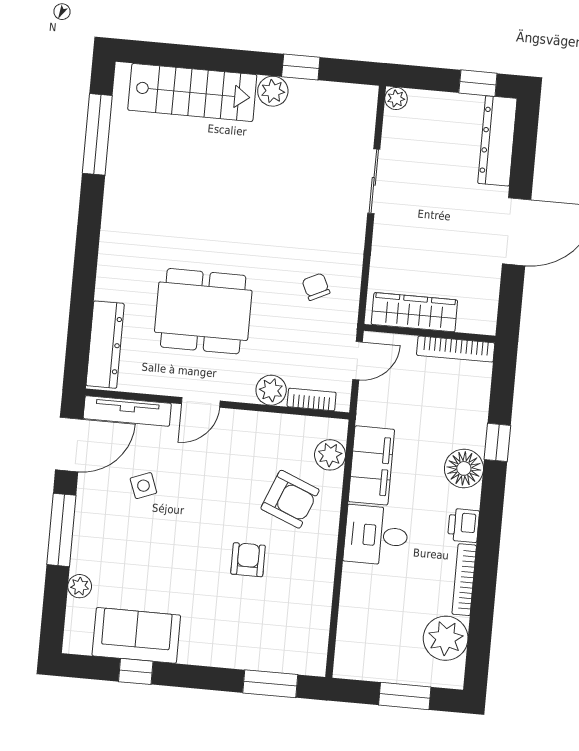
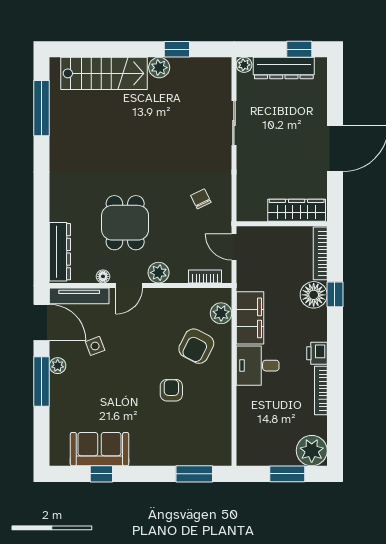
dresser: (497, 141) -> (284, 68), moved, turned -90
dining table: (203, 311) -> (125, 223), width x0.73
wardrobe: (414, 312) -> (297, 210), moved
bookcase: (456, 349) -> (320, 253), moved, turned 90
door: (357, 361) -> (234, 247), swing flipped
floor lamp: (164, 386) -> (103, 276), added
plant: (271, 390) -> (159, 273), moved
door: (69, 444) -> (42, 322), hinge flipped
floor lamp: (464, 468) -> (314, 295), moved
armchair: (290, 499) -> (196, 346), turned 95
plant: (80, 586) -> (58, 366), moved
plant: (446, 638) -> (312, 451), moved

